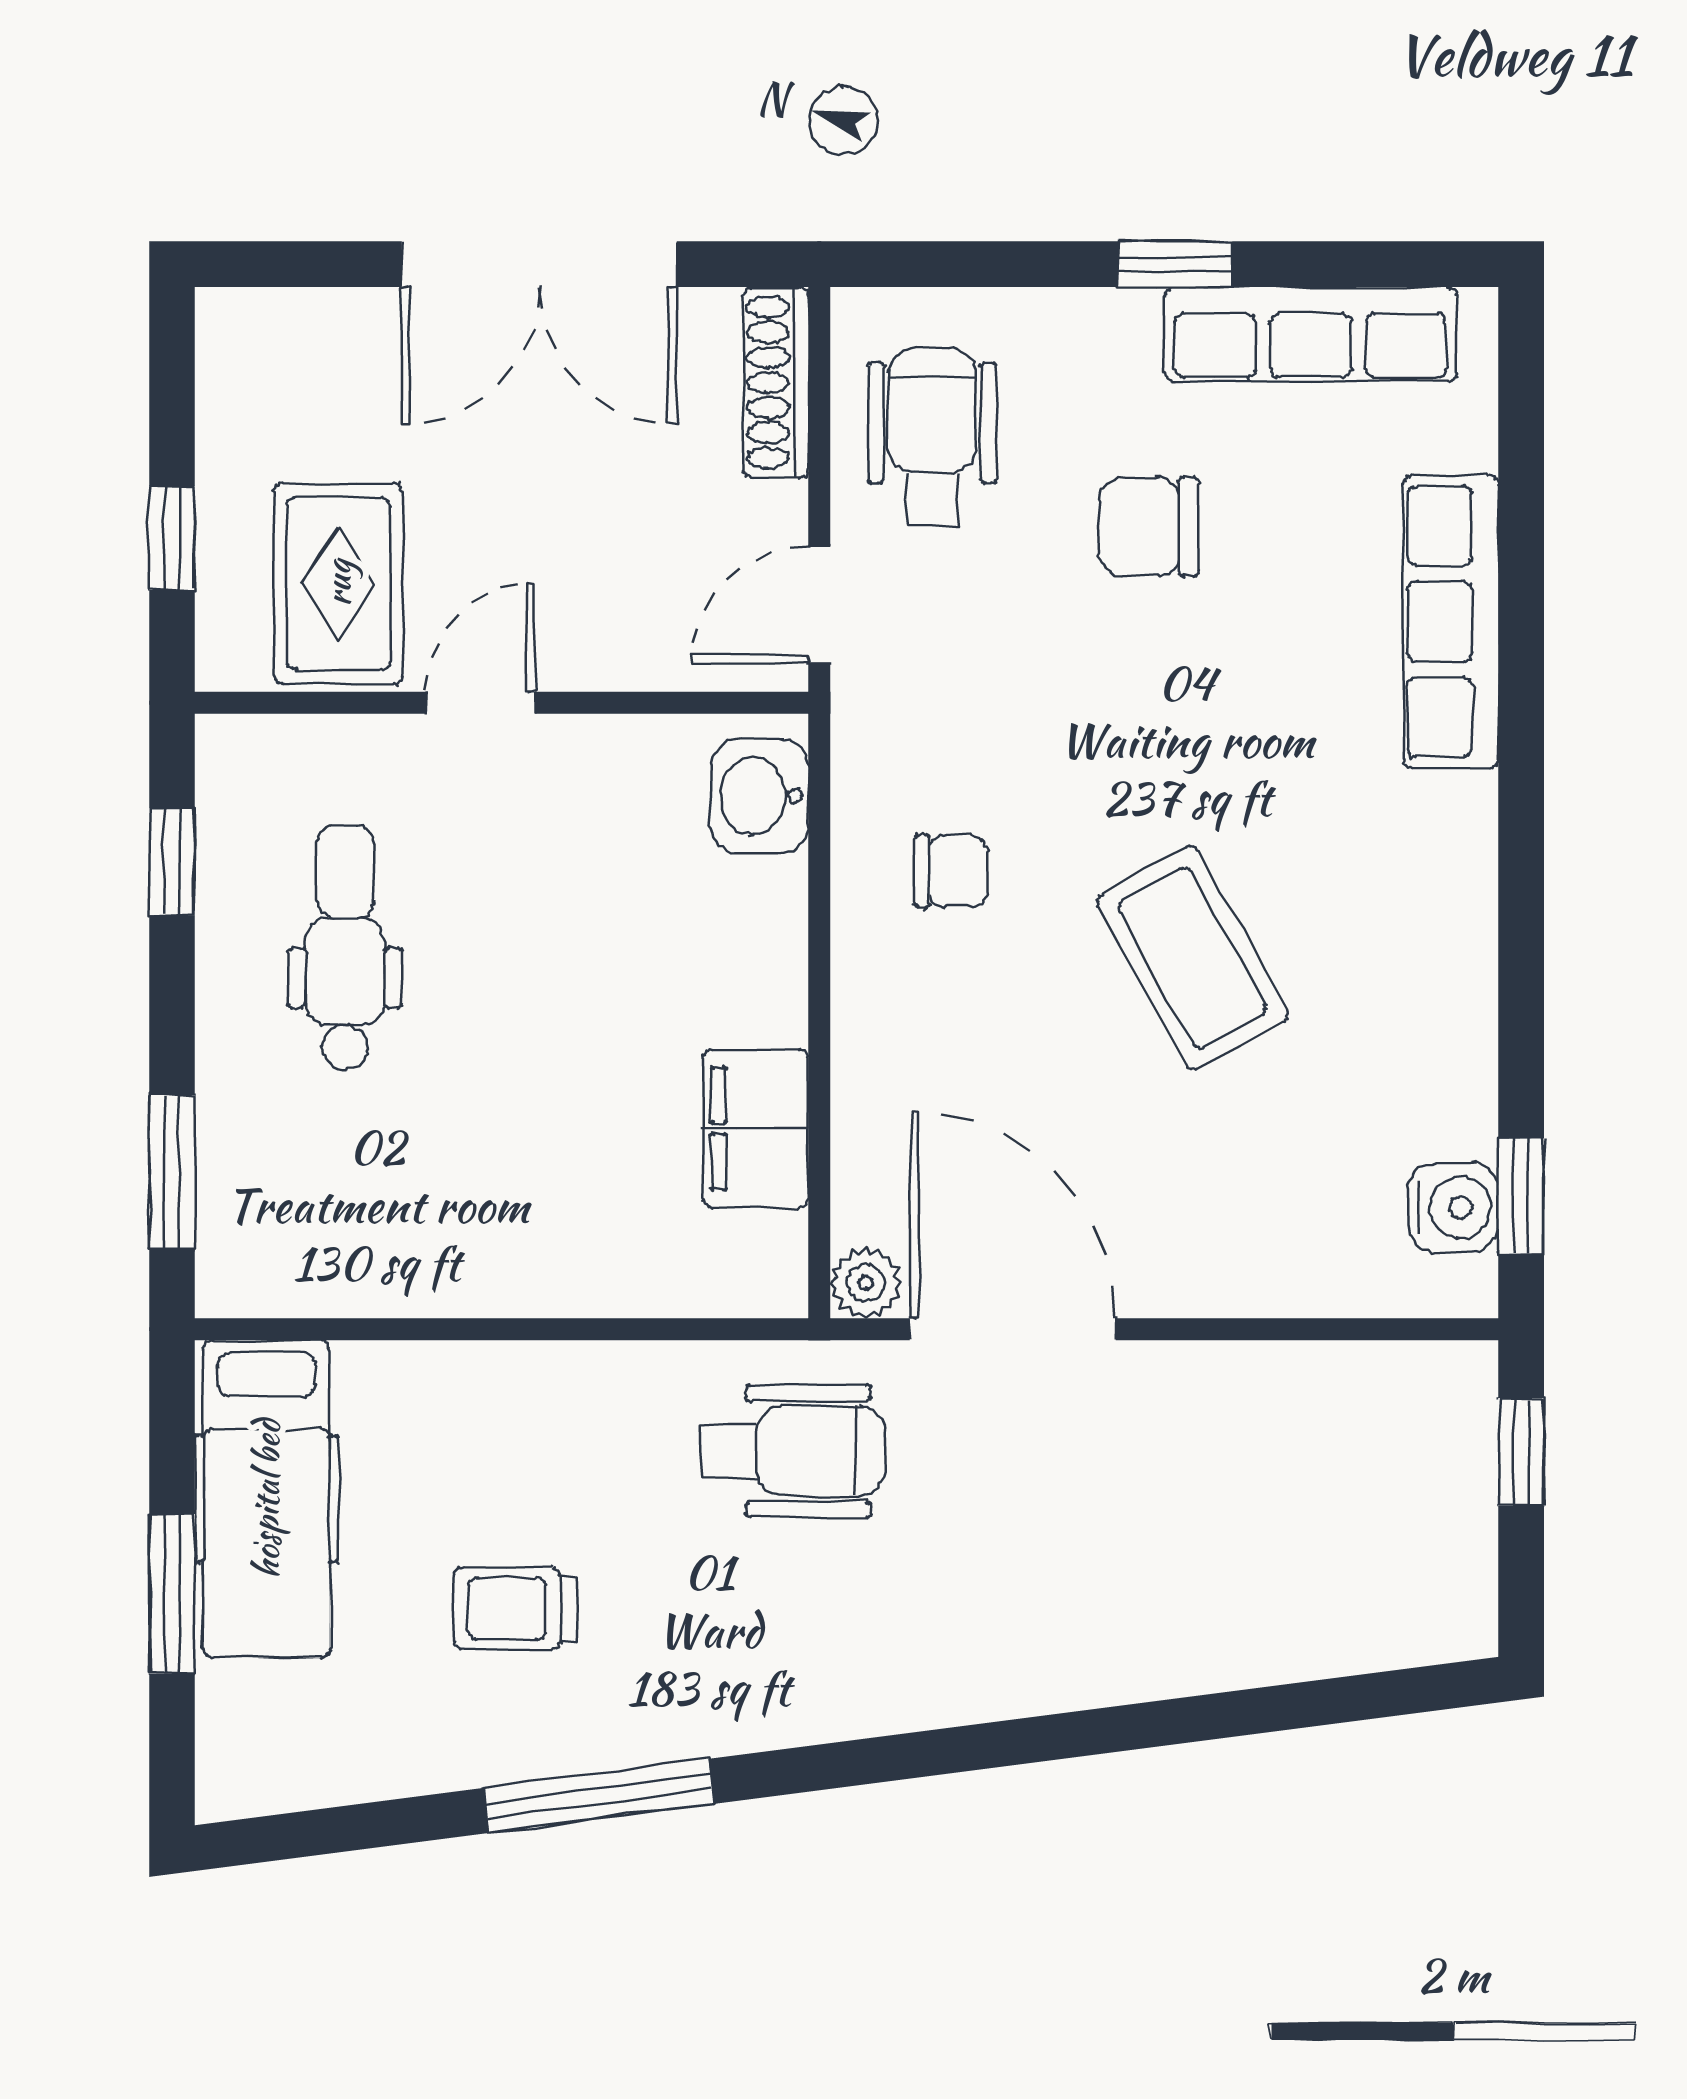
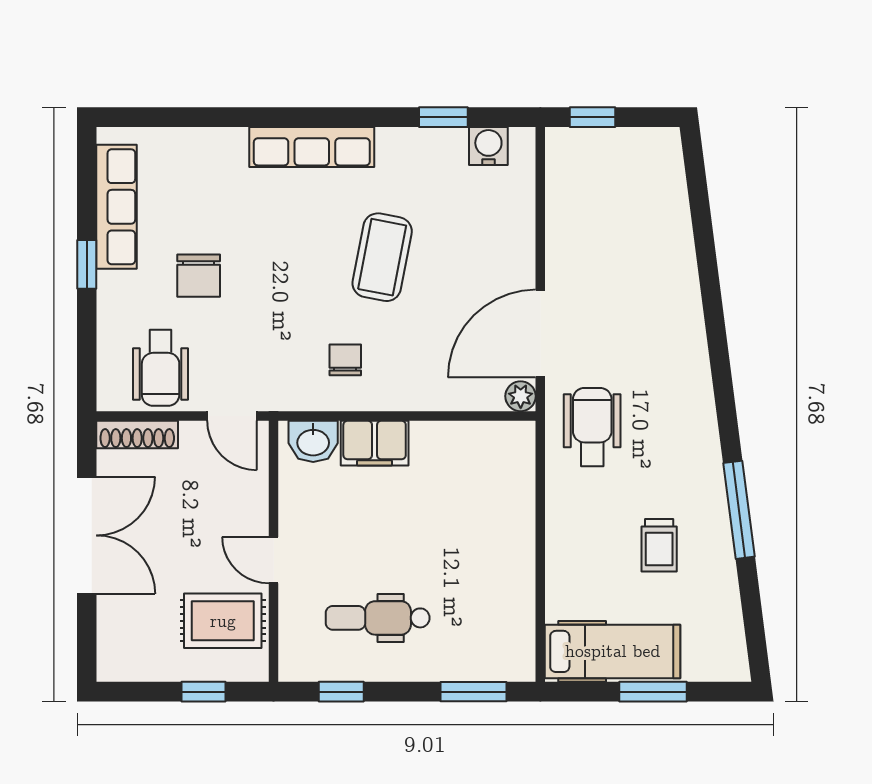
wheelchair: (932, 437) -> (161, 368), turned -90
row of seats: (1451, 622) -> (312, 147), moved
coffee table: (1192, 958) -> (382, 257), turned -50
filing cabinet: (756, 1128) -> (375, 443), moved
window: (1521, 1196) -> (443, 117), moved

